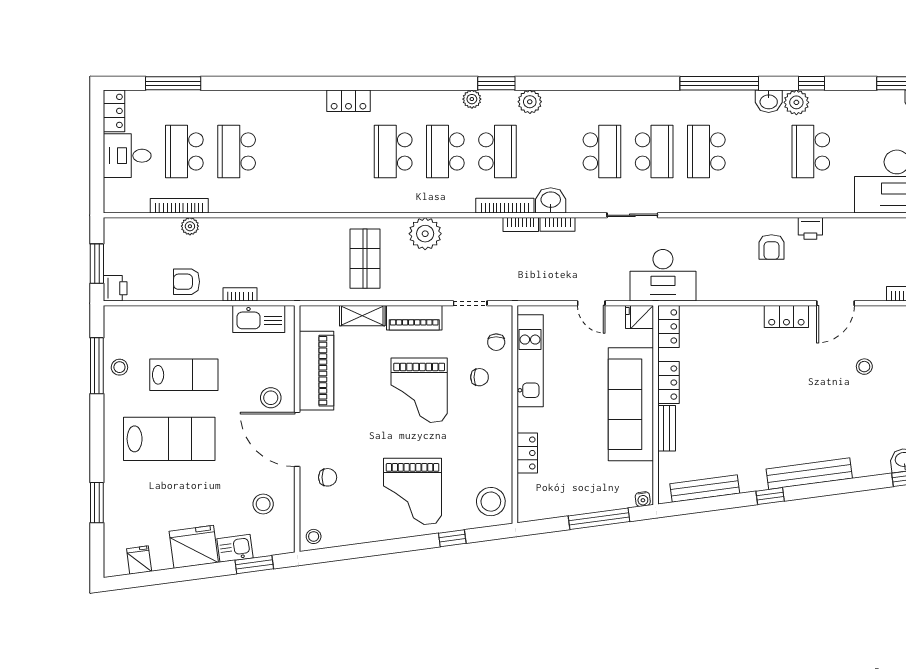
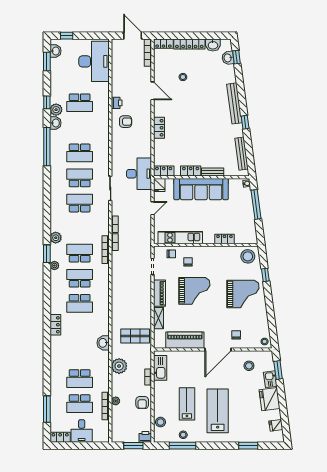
school desk: (445, 151) -> (80, 278), turned 180
washbasin: (551, 200) -> (103, 343), moved
plant: (425, 234) -> (119, 366), moved
shop shelf: (365, 259) -> (135, 336), moved
locker: (786, 317) -> (159, 128), moved
stool: (271, 398) -> (161, 422), moved

